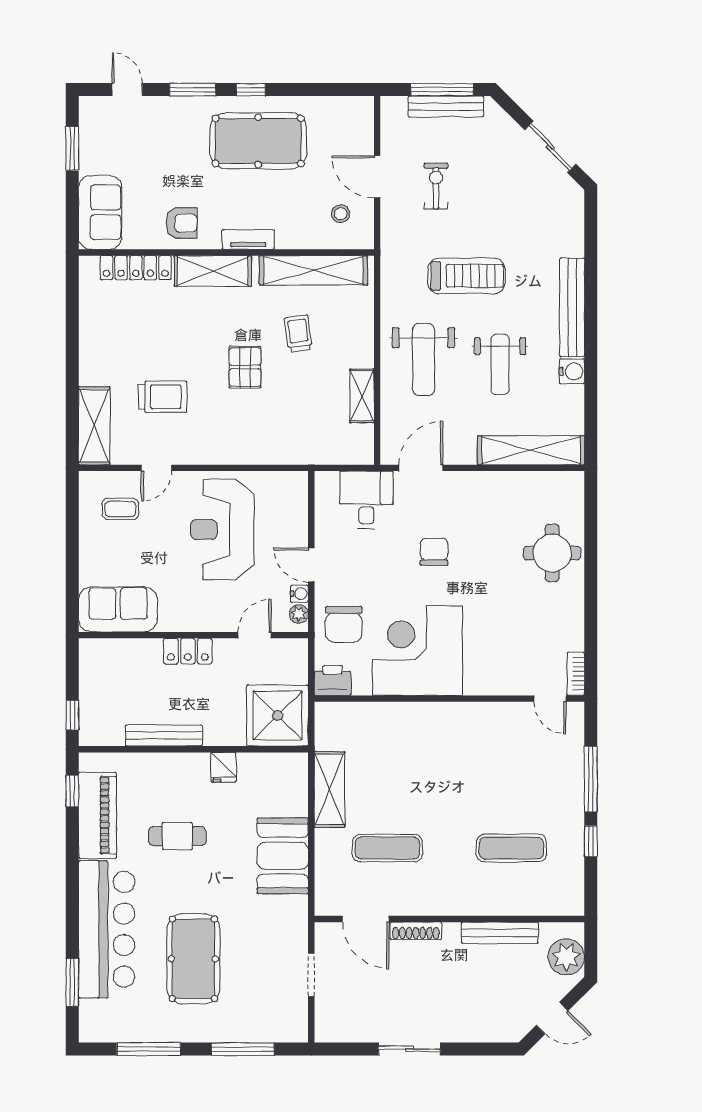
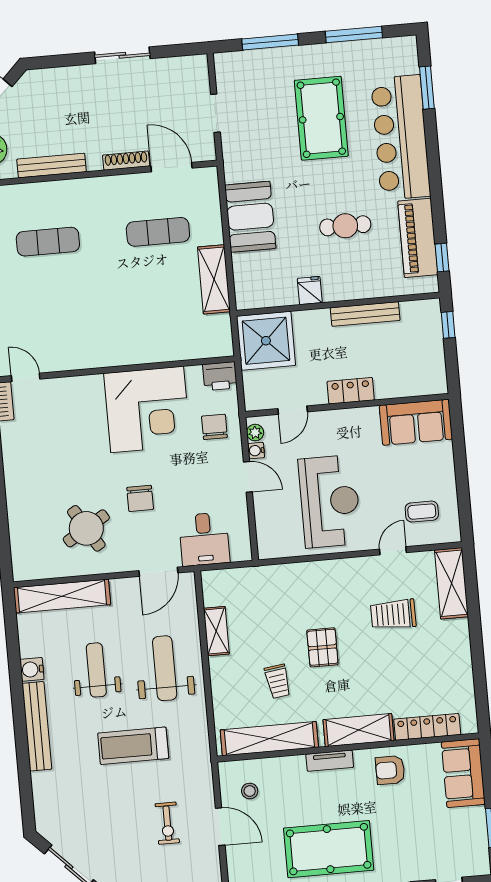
round table: (552, 553) -> (86, 528), moved, turned -31
chair: (344, 624) -> (214, 427), width x0.73, depth x0.73

